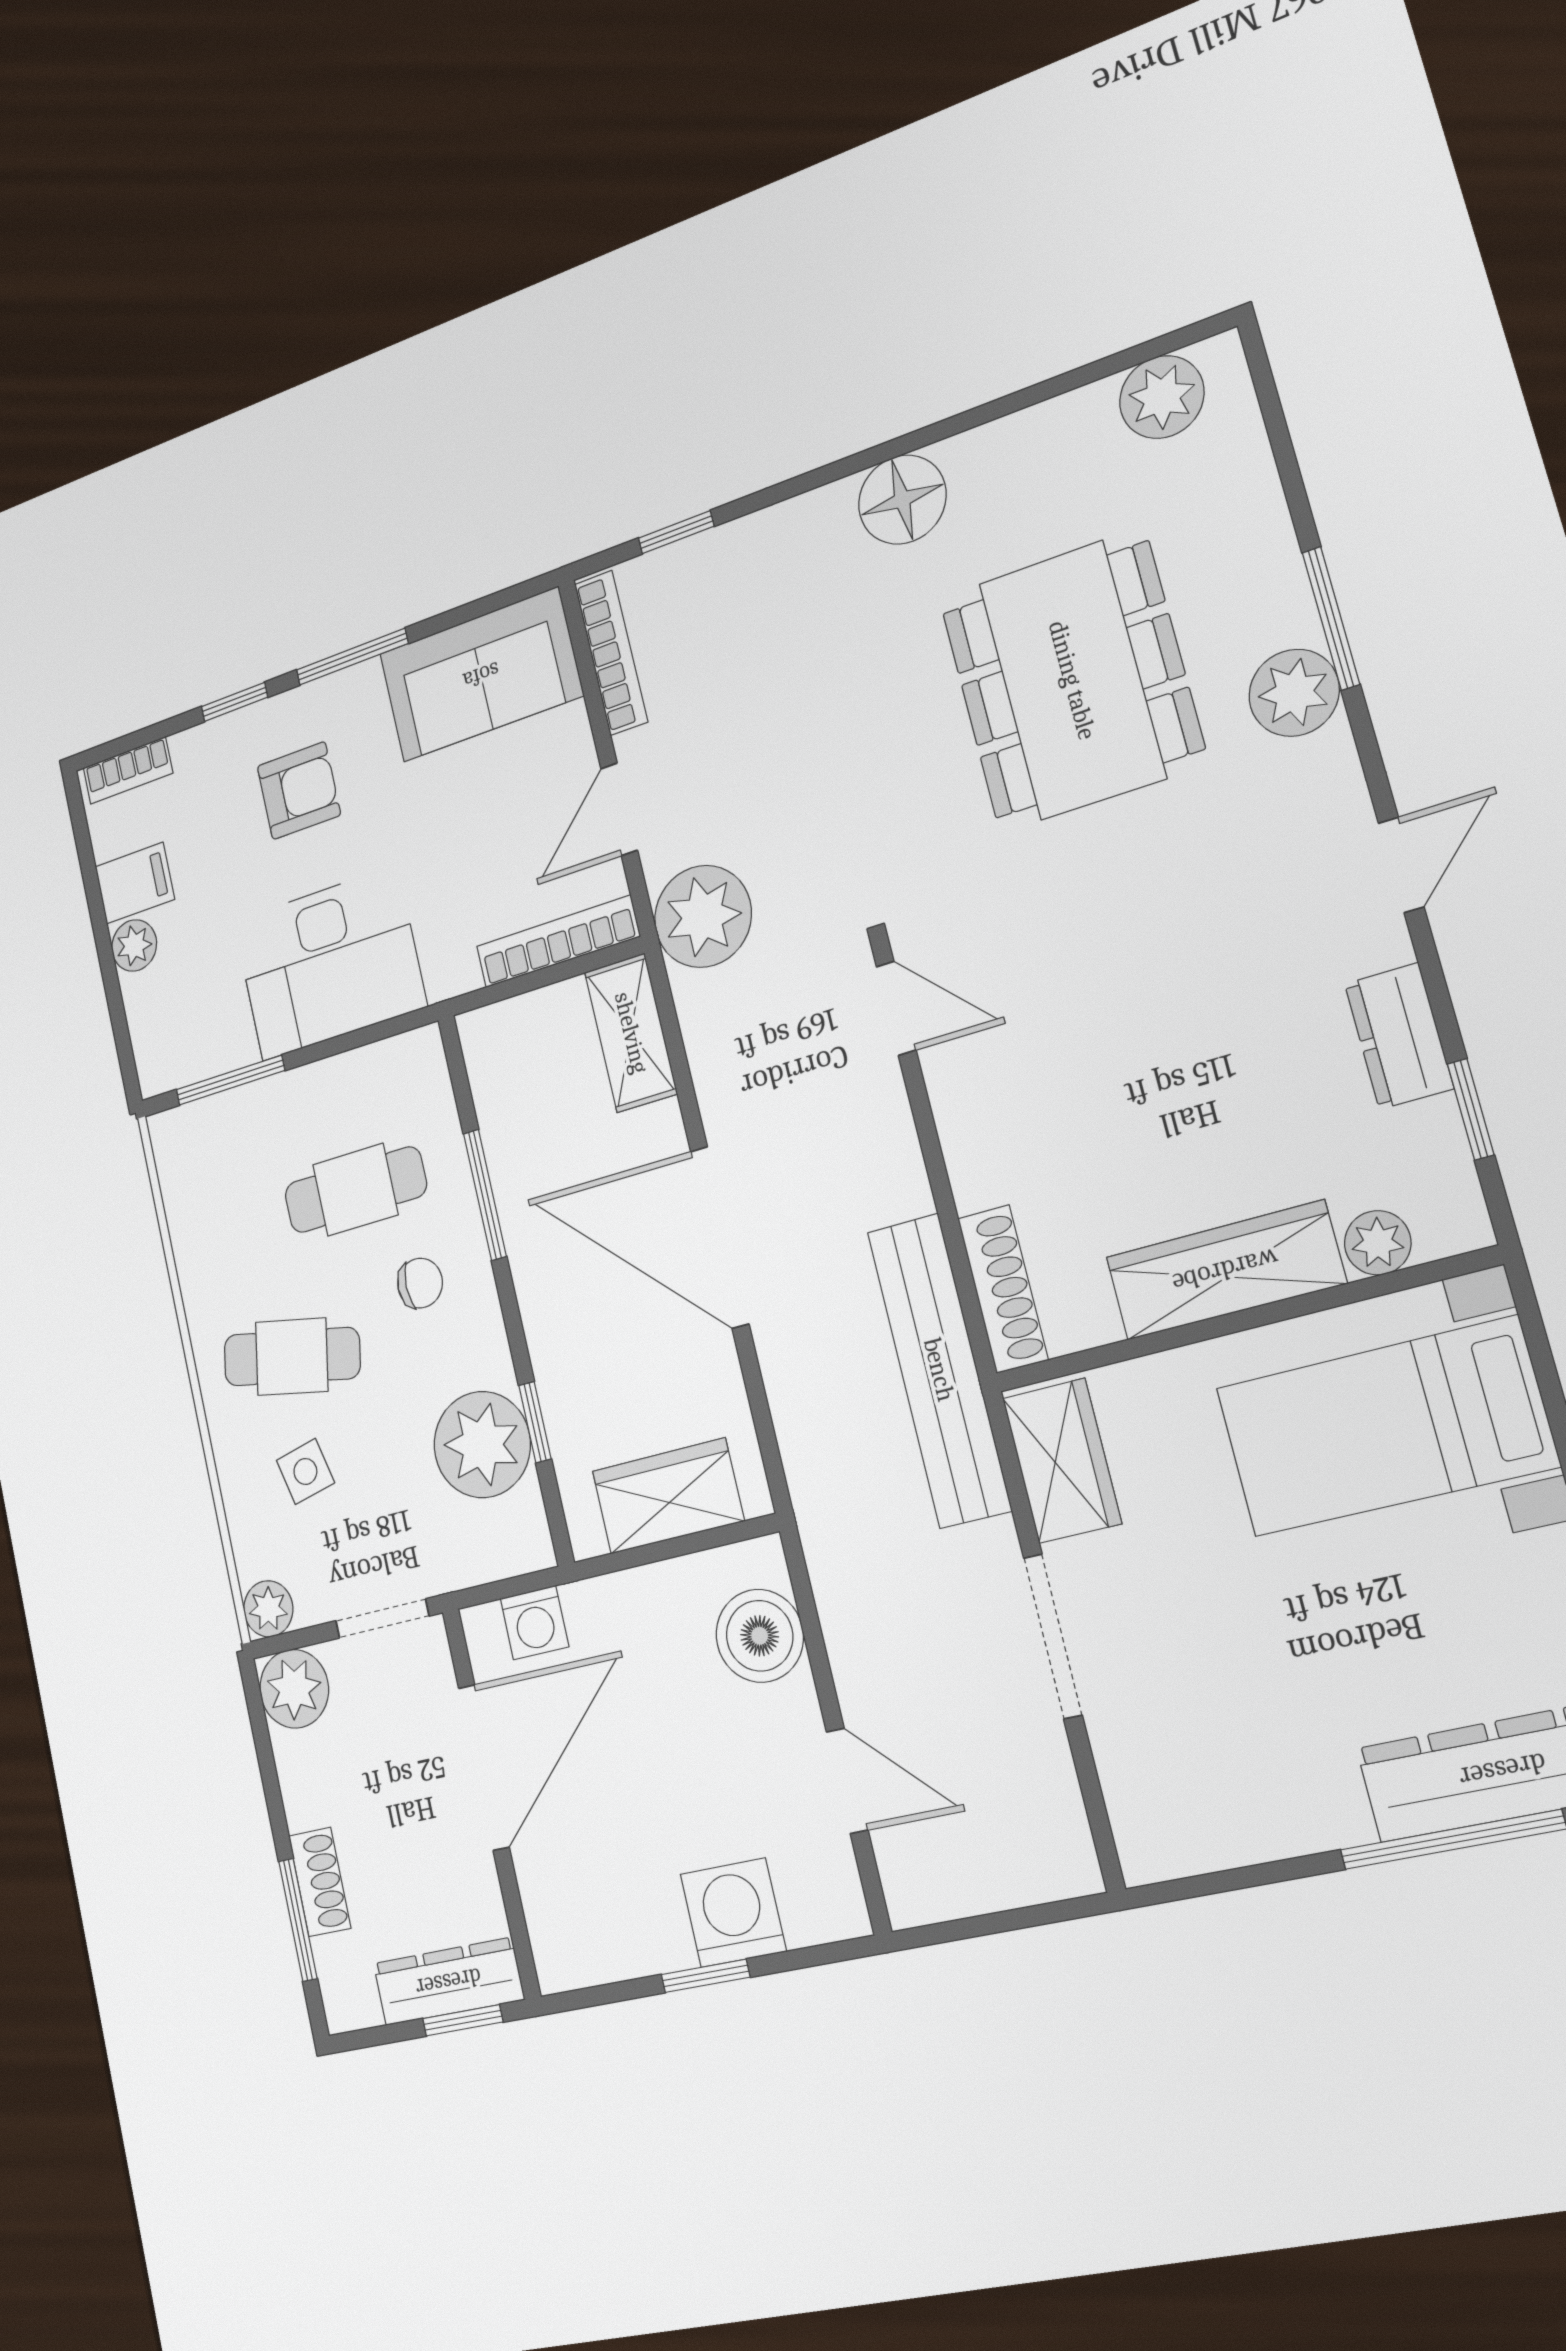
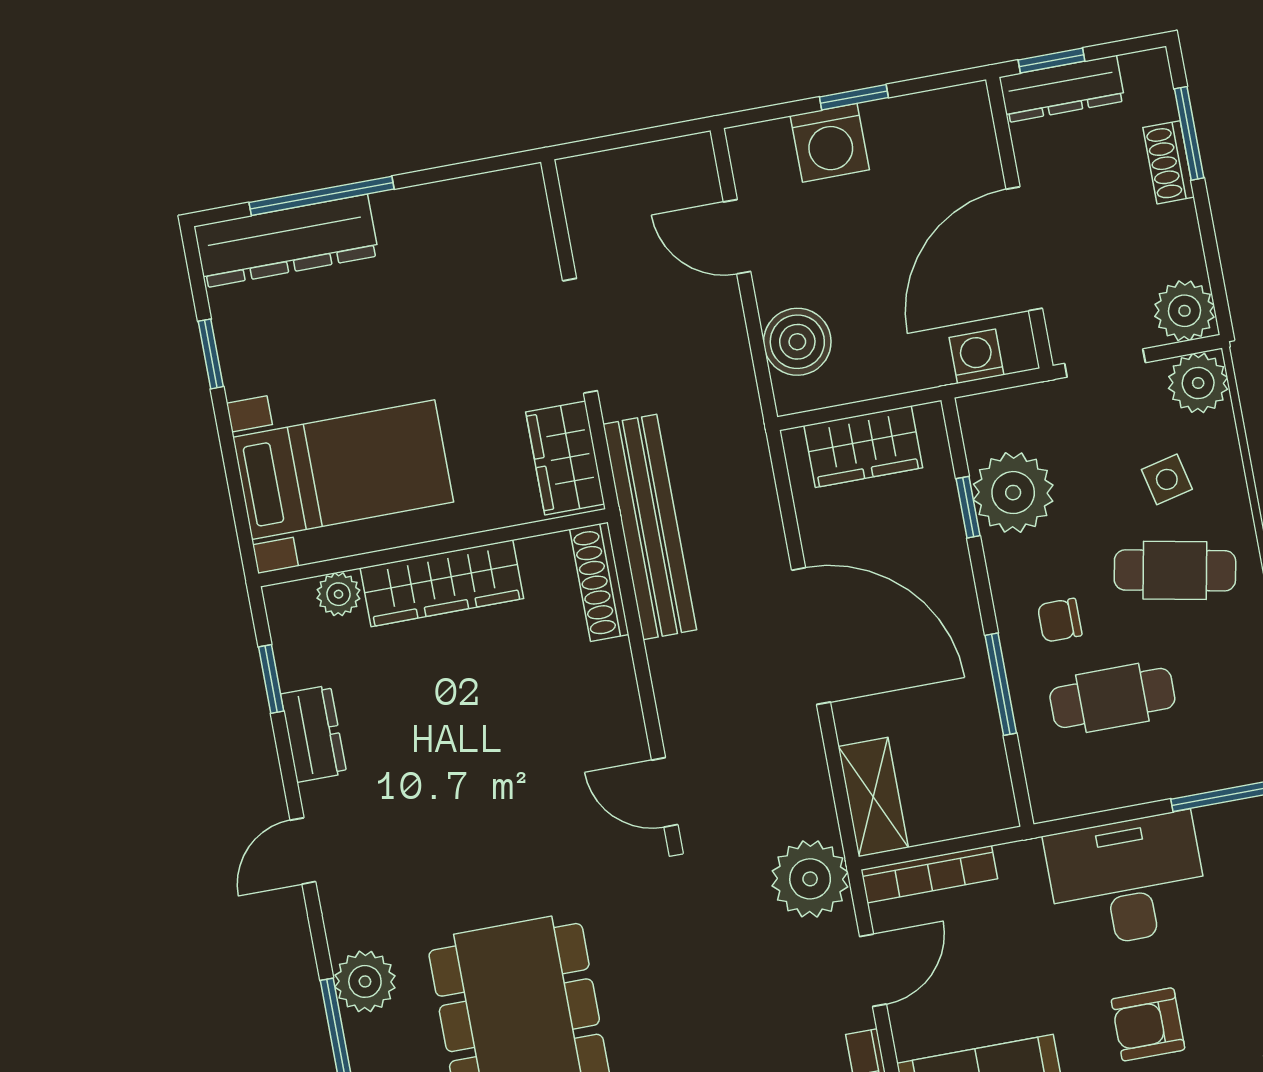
plant: (268, 1609) -> (1198, 383), width x1.38, depth x1.38

